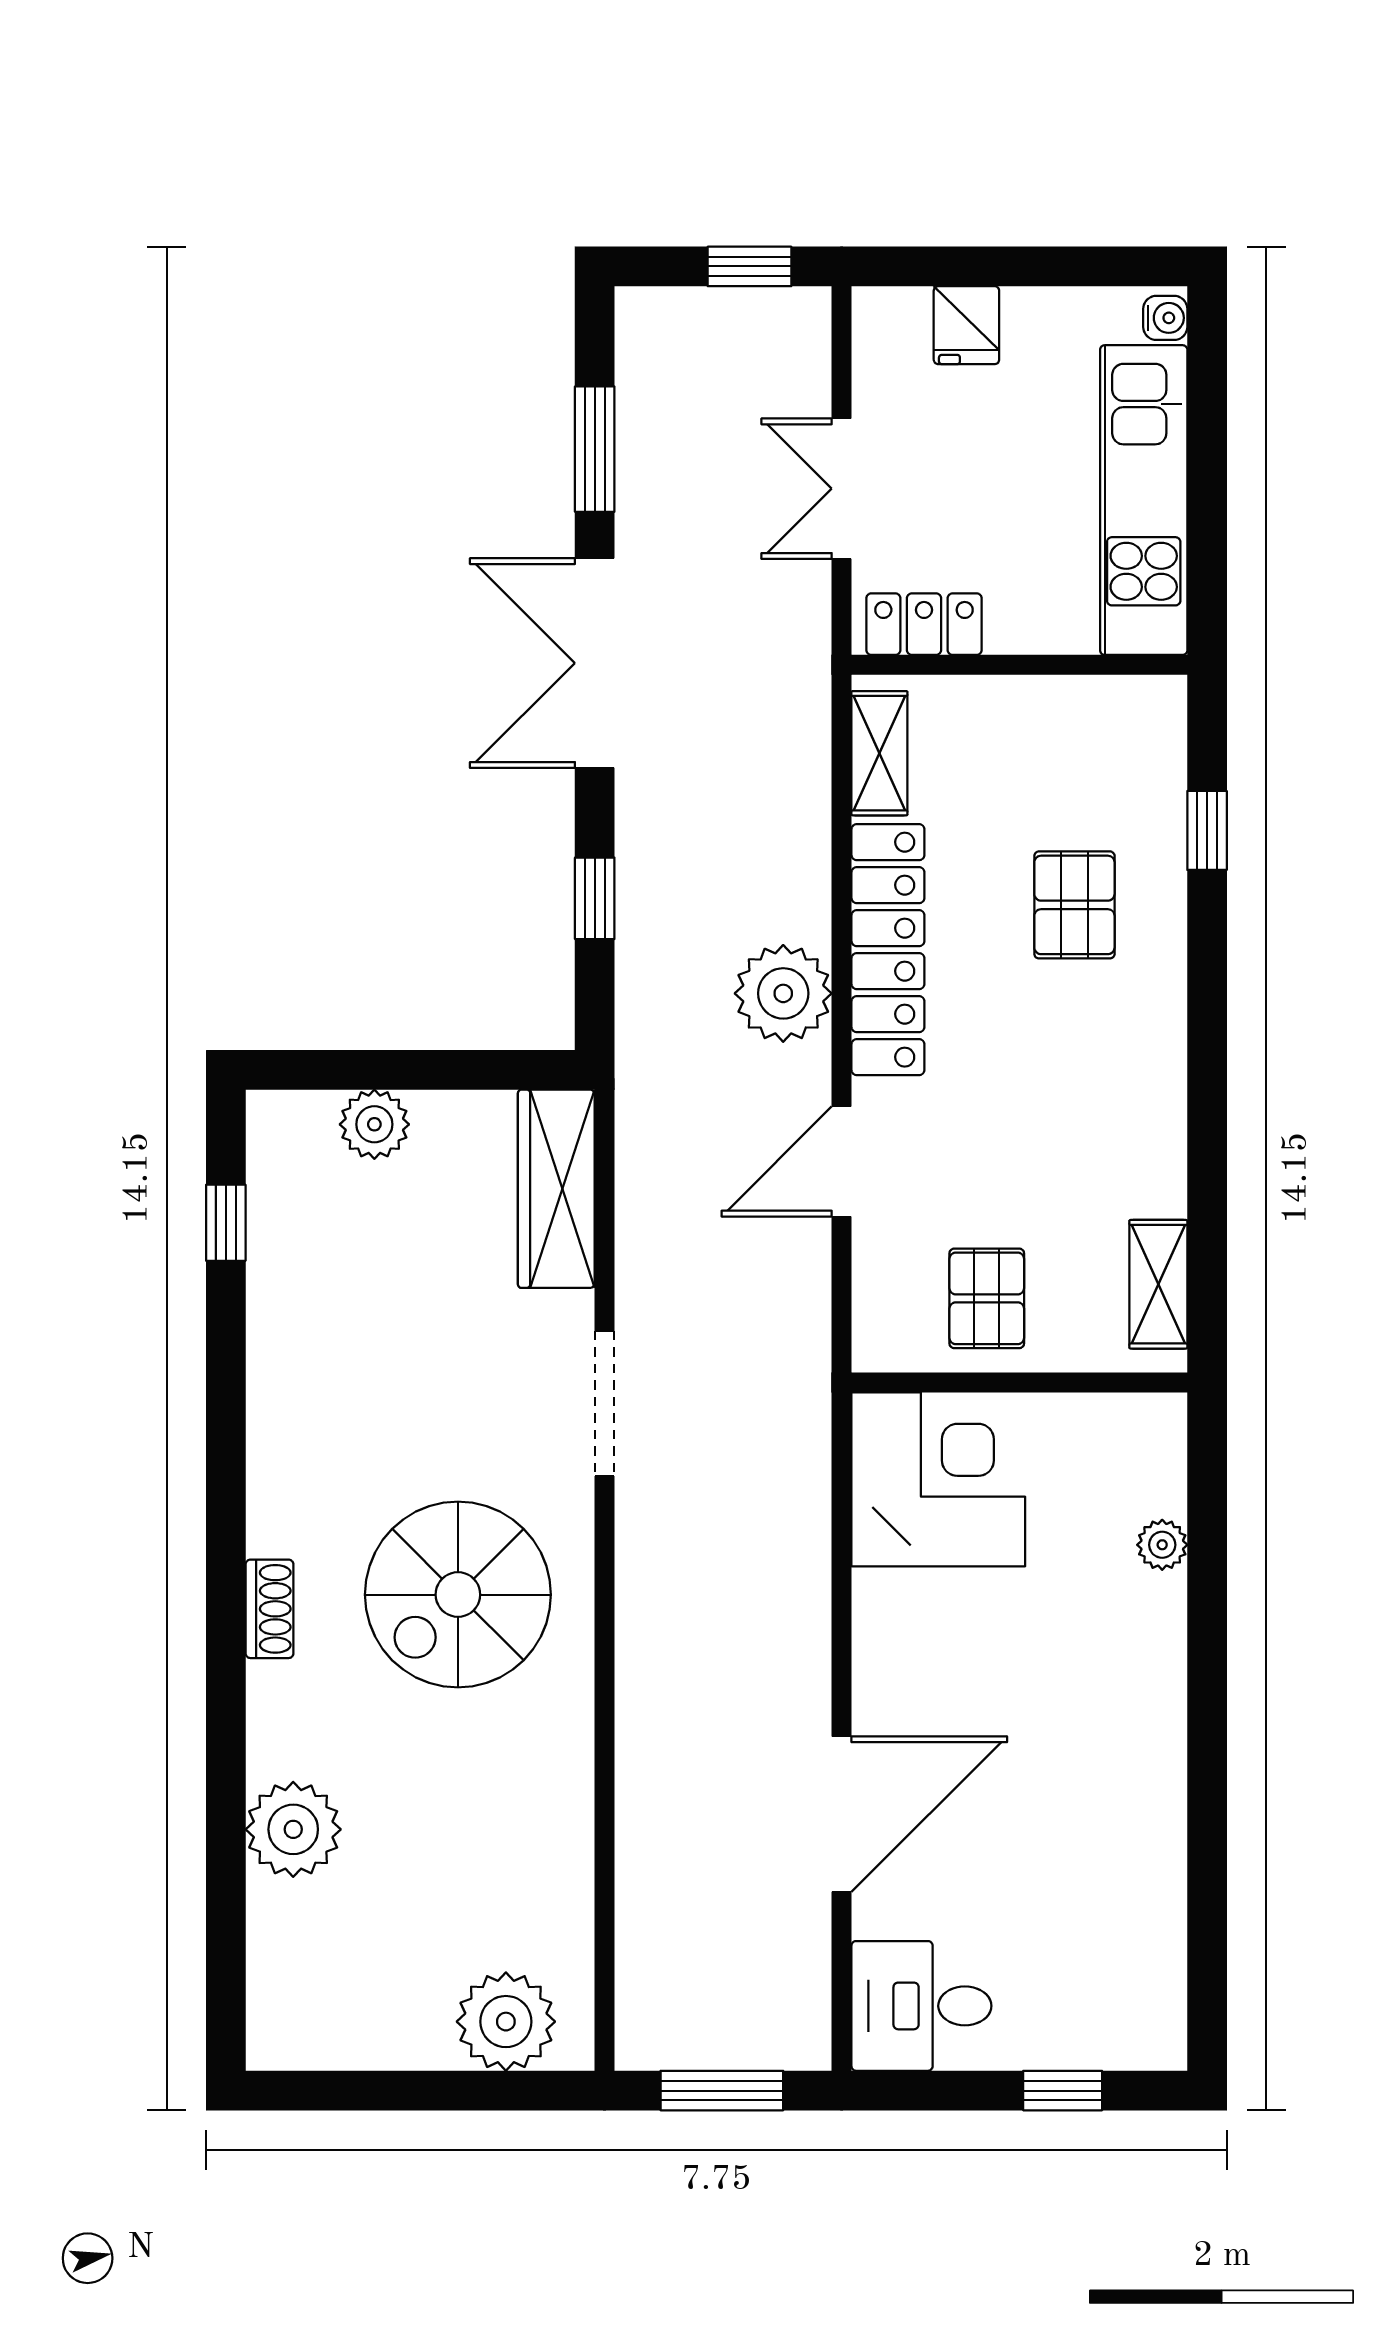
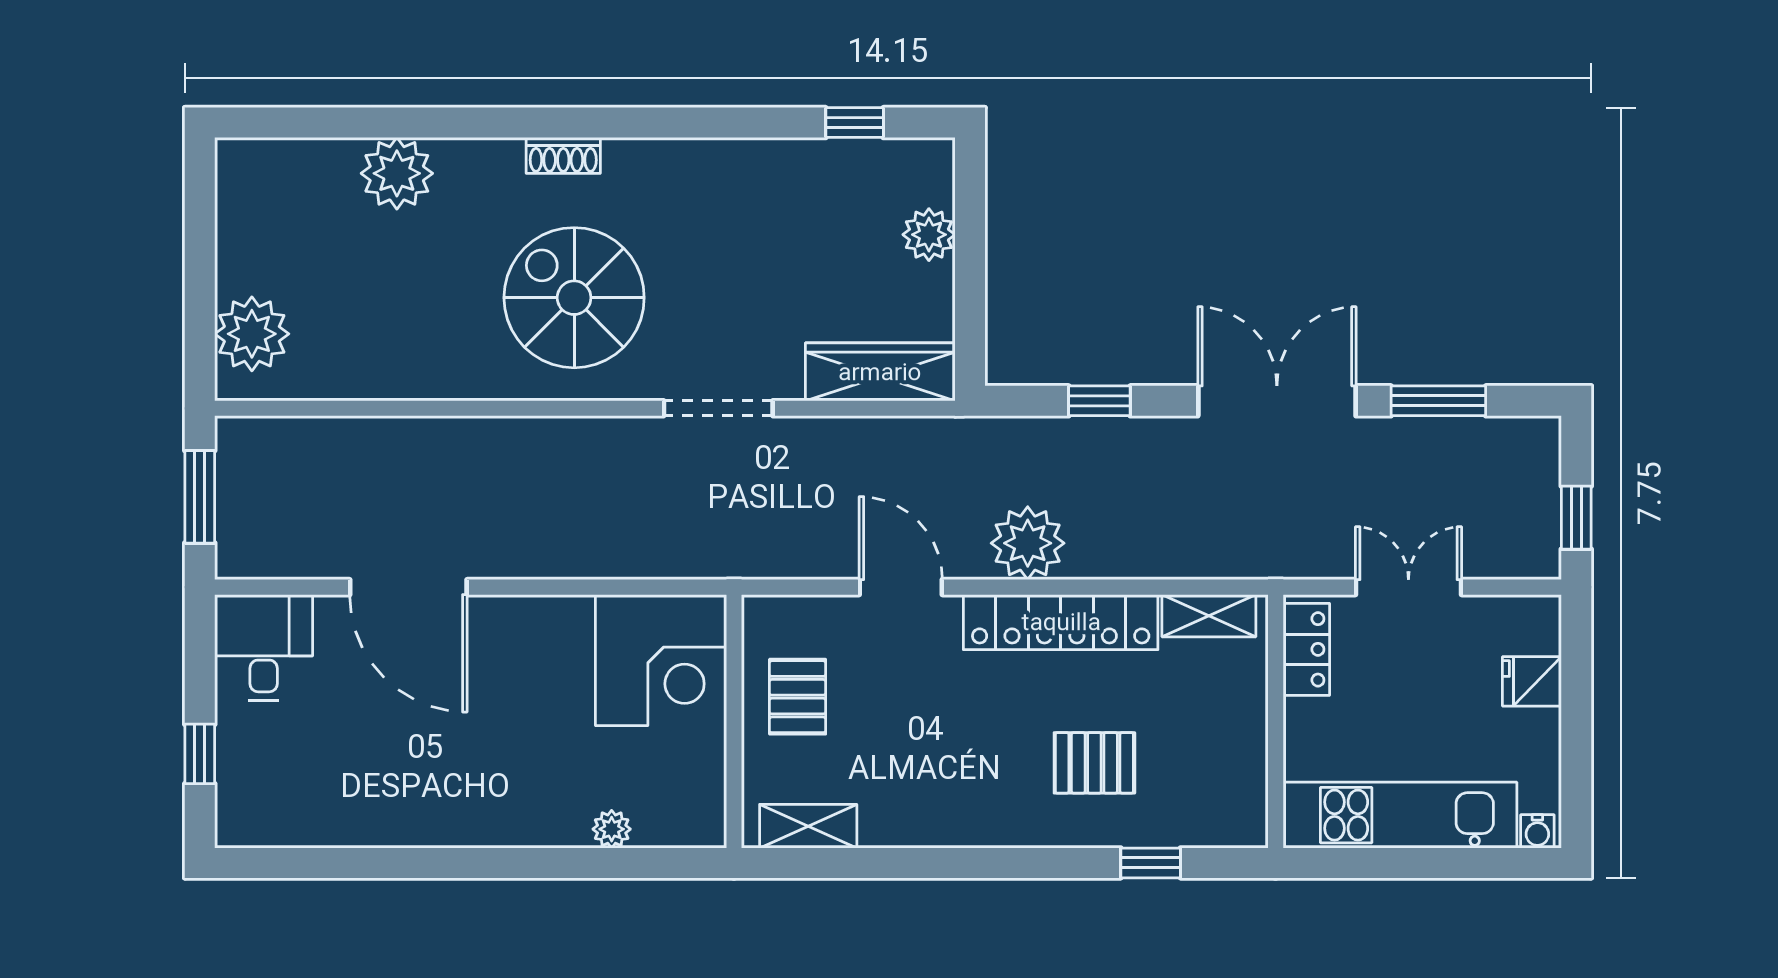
pallet: (987, 1298) -> (798, 697), turned 90

